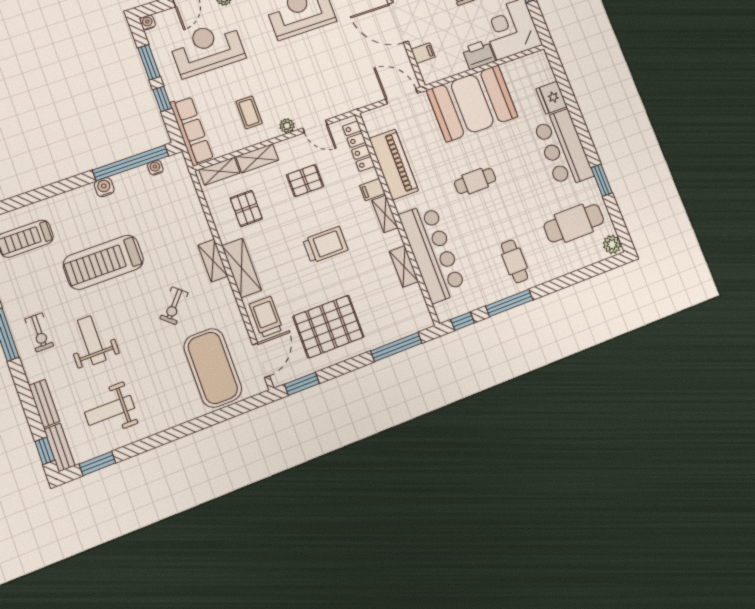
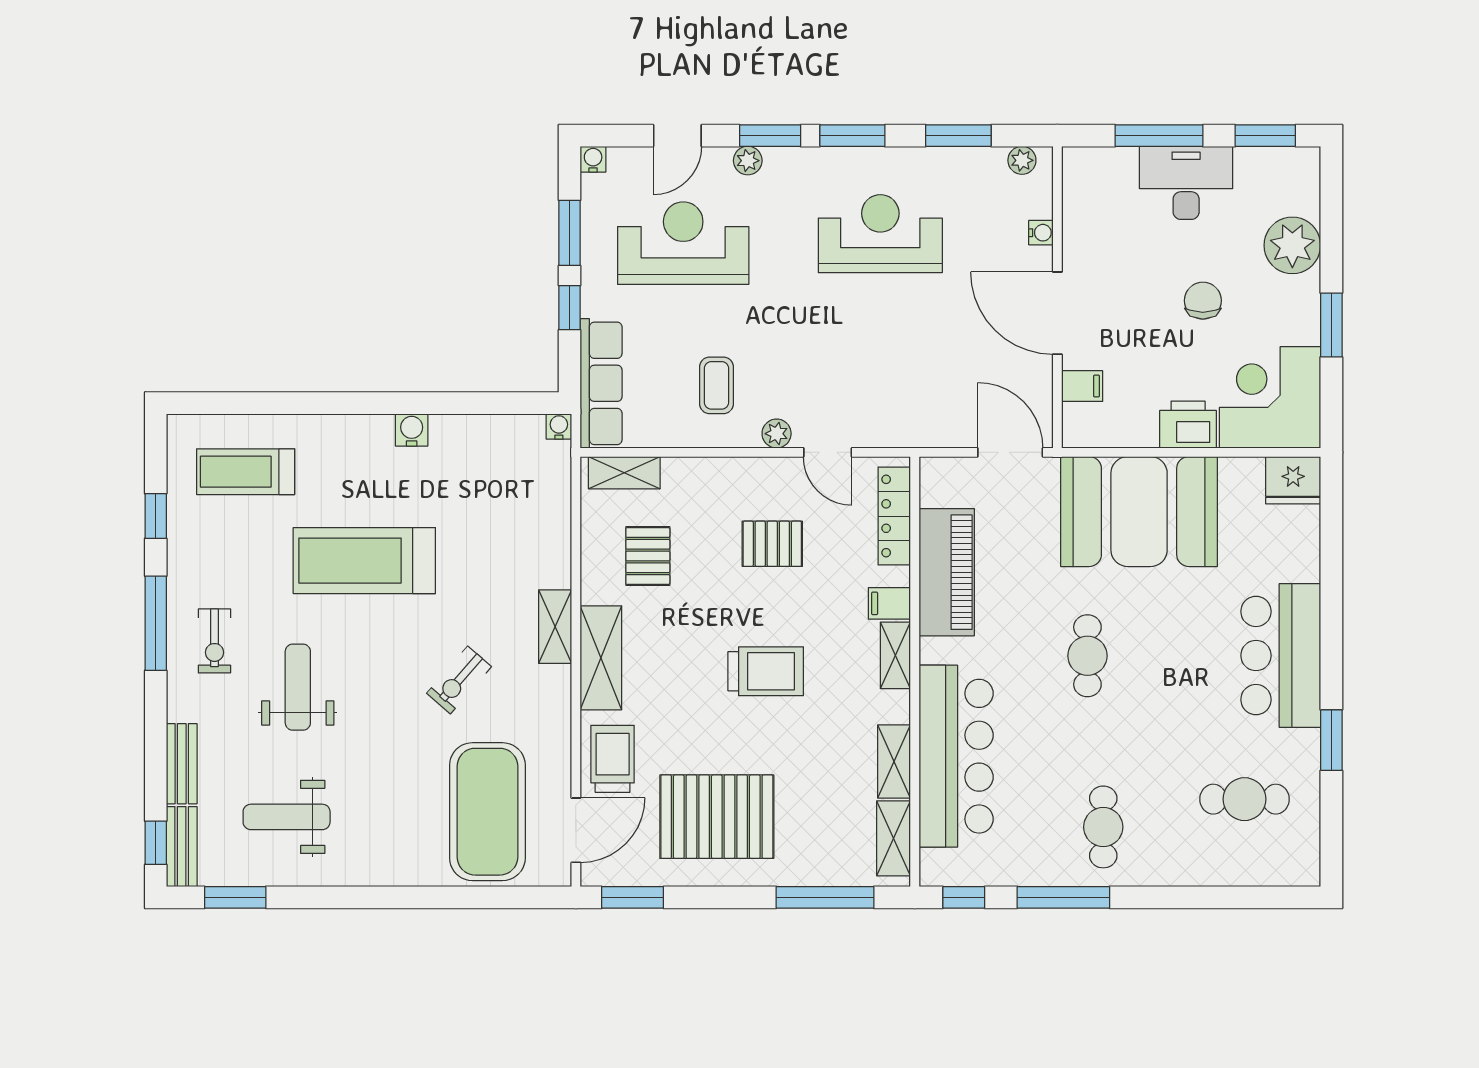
fridge: (552, 98) -> (1293, 480), moved, turned -90
shelving: (257, 158) -> (894, 838), moved, turned 90
window: (131, 163) -> (473, 403), removed
water cooler: (155, 168) -> (559, 427), moved
cafe table: (475, 181) -> (1087, 656), turned 90
cafe table: (574, 223) -> (1244, 799), width x0.73, depth x0.74
plant: (612, 244) -> (1302, 864), removed

